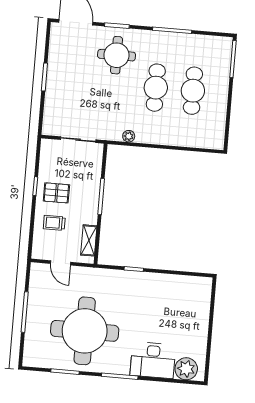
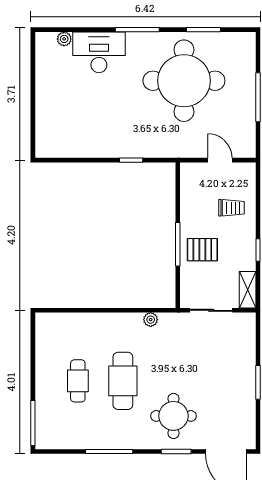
cafe table: (193, 91) -> (78, 381), width x0.73, depth x0.74
pallet: (56, 193) -> (202, 250), moved
shelving: (89, 240) -> (248, 290), moved
plant: (186, 369) -> (64, 39), width x0.53, depth x0.53

